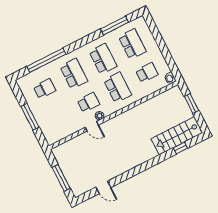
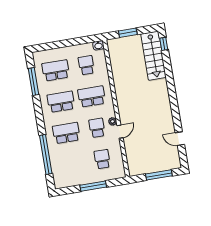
school desk: (45, 89) -> (102, 159), moved
window: (180, 148) -> (164, 44), moved
door: (103, 187) -> (180, 139), swing flipped

